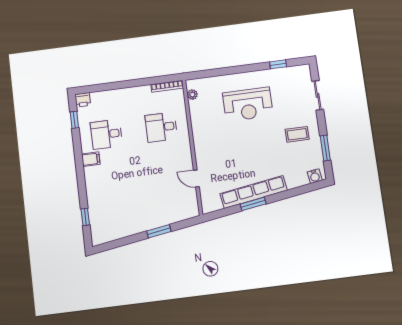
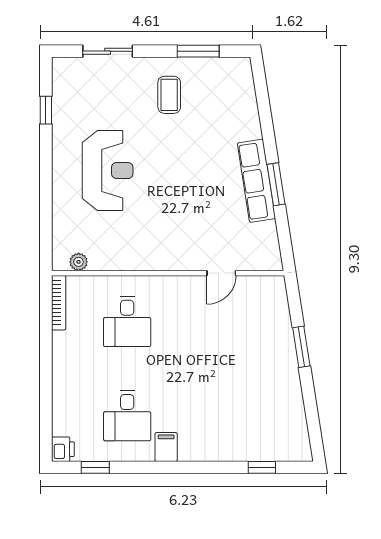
water cooler: (315, 176) -> (243, 76), removed
row of seats: (254, 192) -> (256, 181), width x0.73

